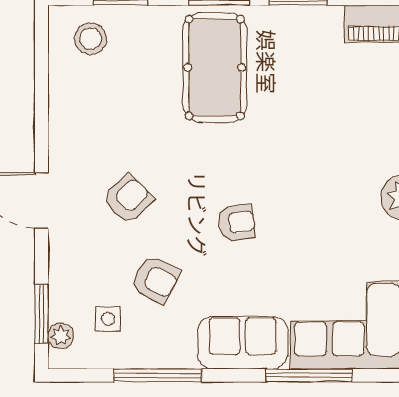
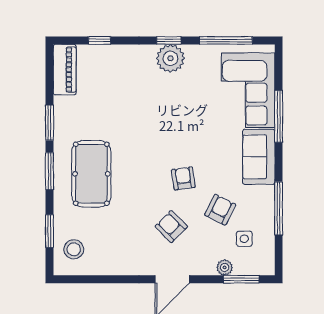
pool table: (215, 68) -> (91, 174), turned 90
armchair: (236, 223) -> (183, 178), moved
plant: (61, 336) -> (225, 267), moved

